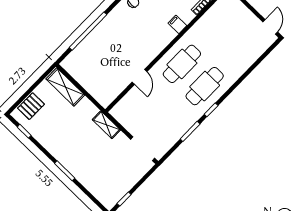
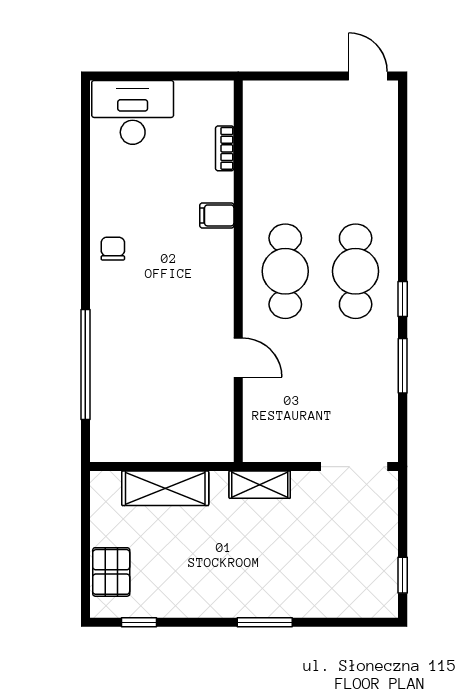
shelving: (65, 87) -> (165, 488), moved

